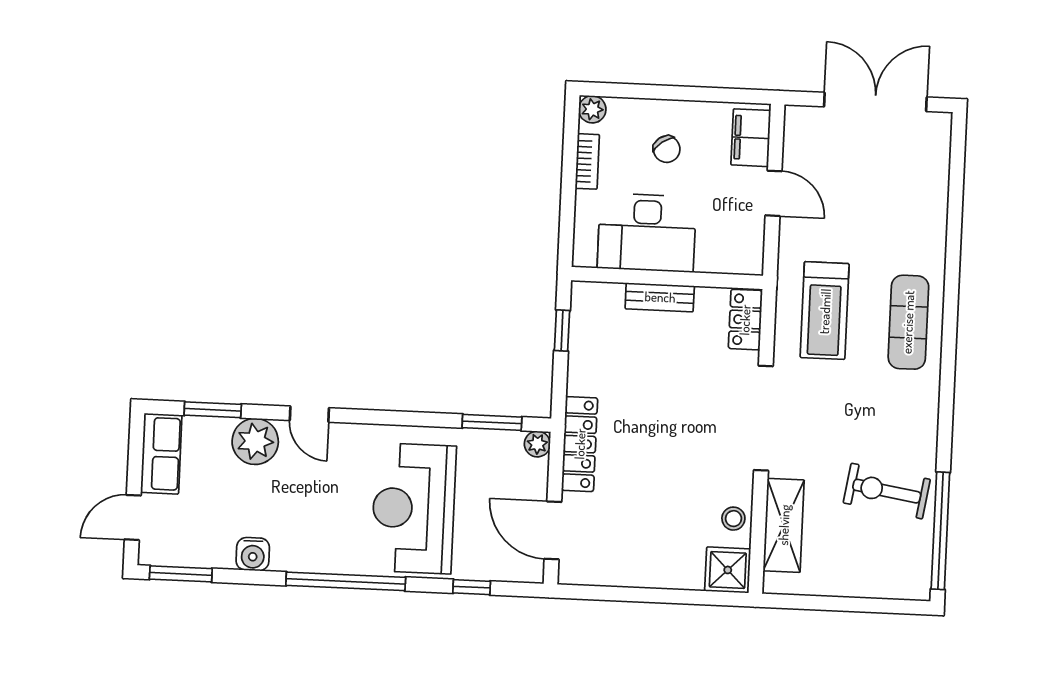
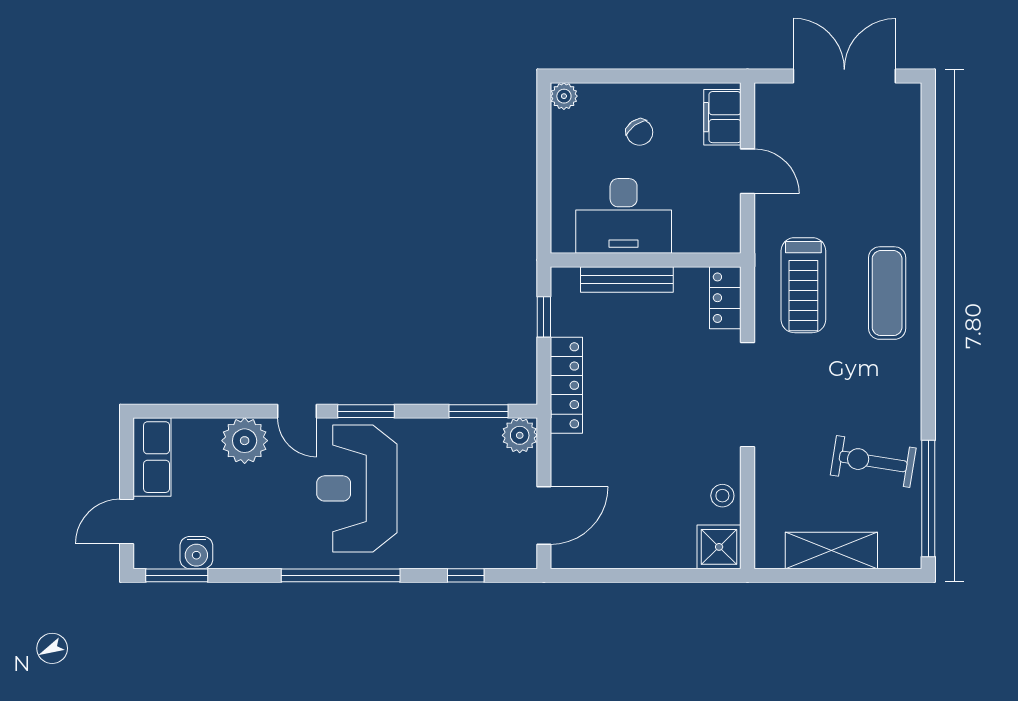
bookcase: (587, 161) -> (561, 148), removed
bench: (660, 297) -> (627, 280), width x1.36
window: (213, 410) -> (366, 411), moved
plant: (537, 444) -> (520, 435), width x1.38, depth x1.38
locker: (580, 444) -> (566, 385), moved
reception desk: (414, 508) -> (357, 488), moved
shelving: (784, 525) -> (831, 550), moved, turned 90
door: (553, 530) -> (544, 515), swing flipped
water cooler: (253, 554) -> (196, 553), moved

